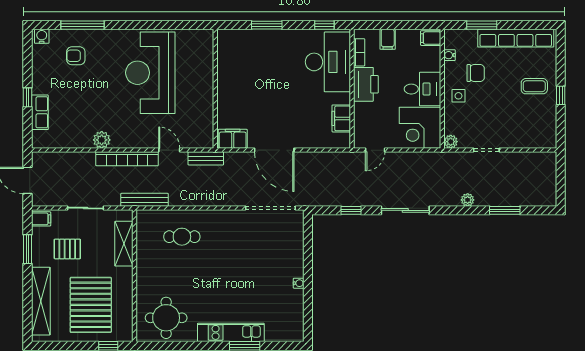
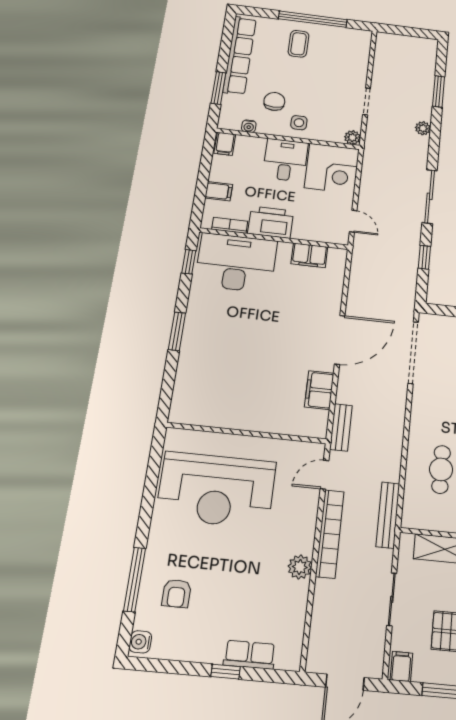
wall: (215, 89) -> (247, 433), moved
window: (561, 95) -> (313, 19), width x3.17

